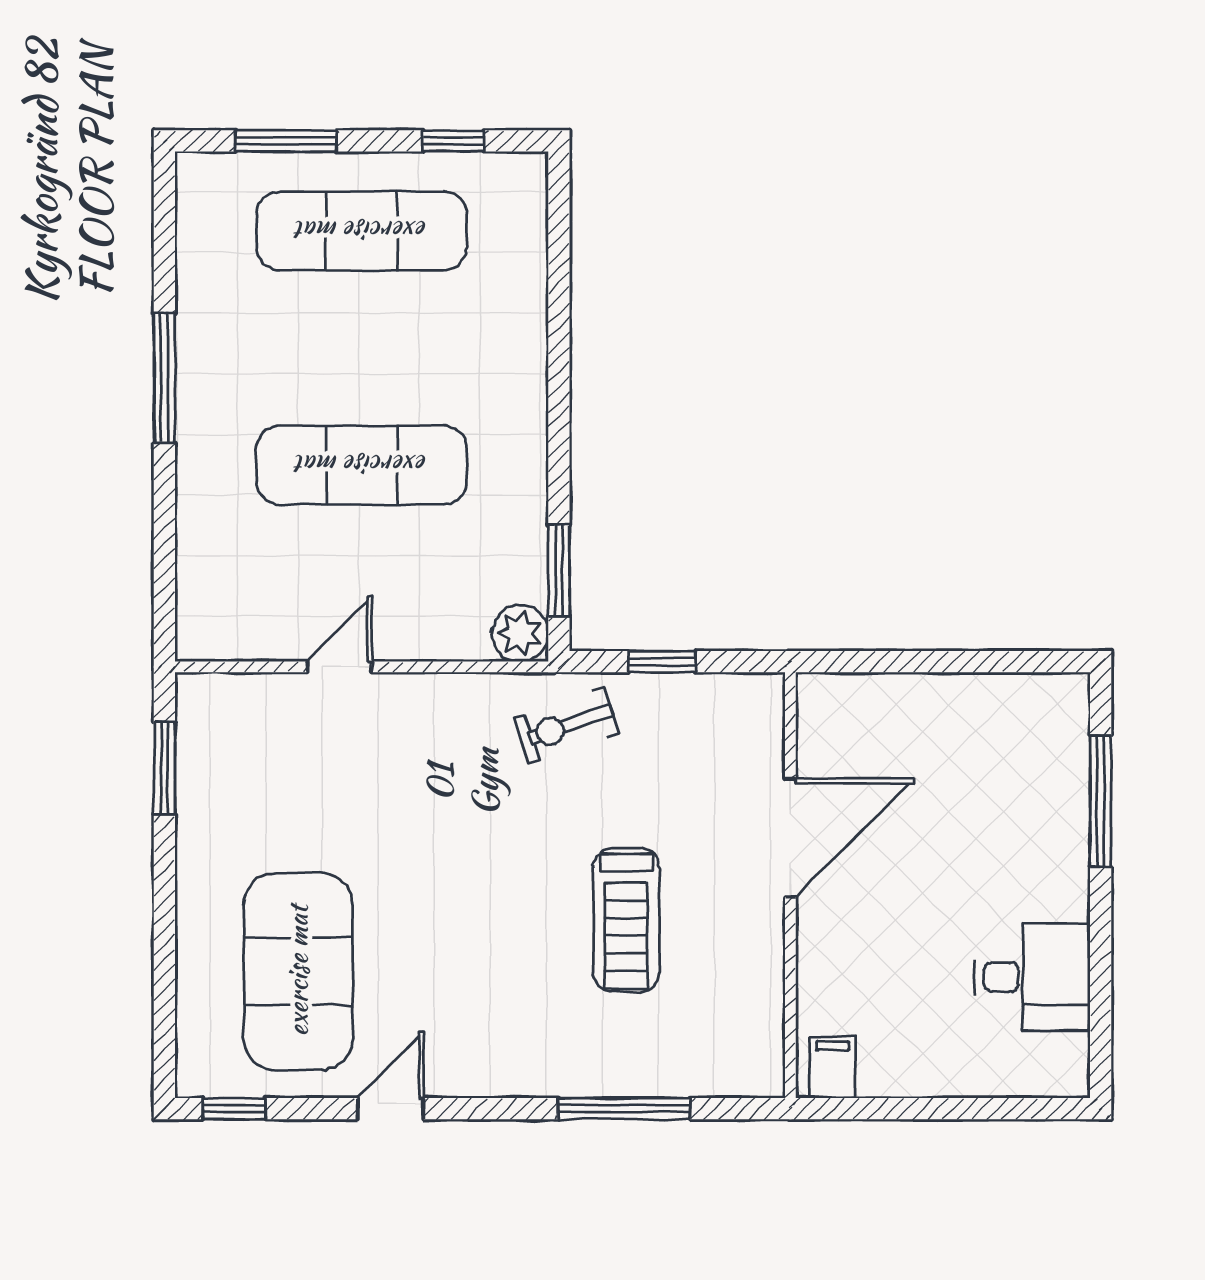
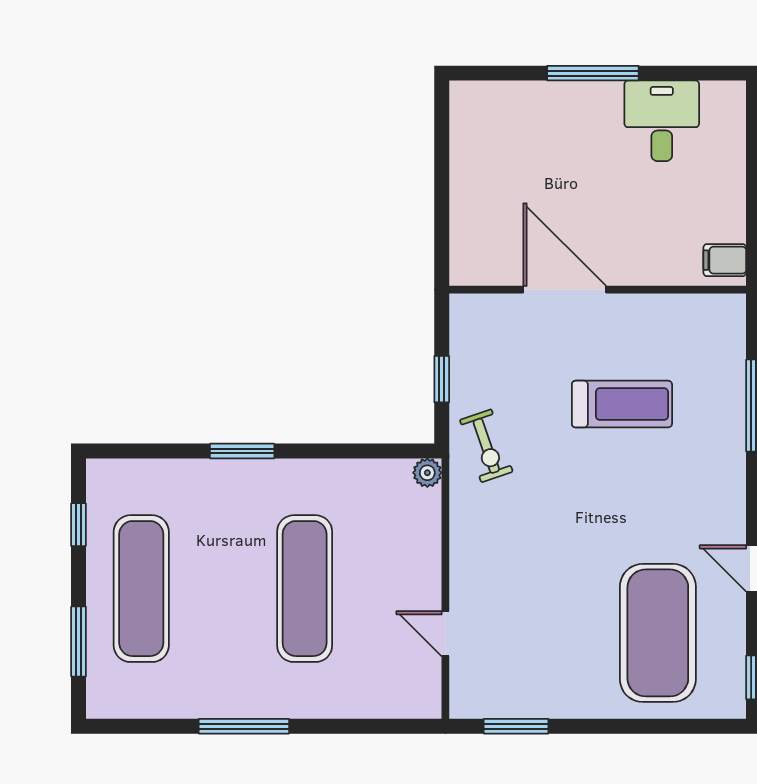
window: (559, 571) -> (242, 451), moved
plant: (520, 633) -> (427, 473), width x0.73, depth x0.73
door: (339, 667) -> (445, 634), moved
window: (1101, 801) -> (593, 73), moved
exercise mat: (298, 971) -> (658, 633), turned 90

